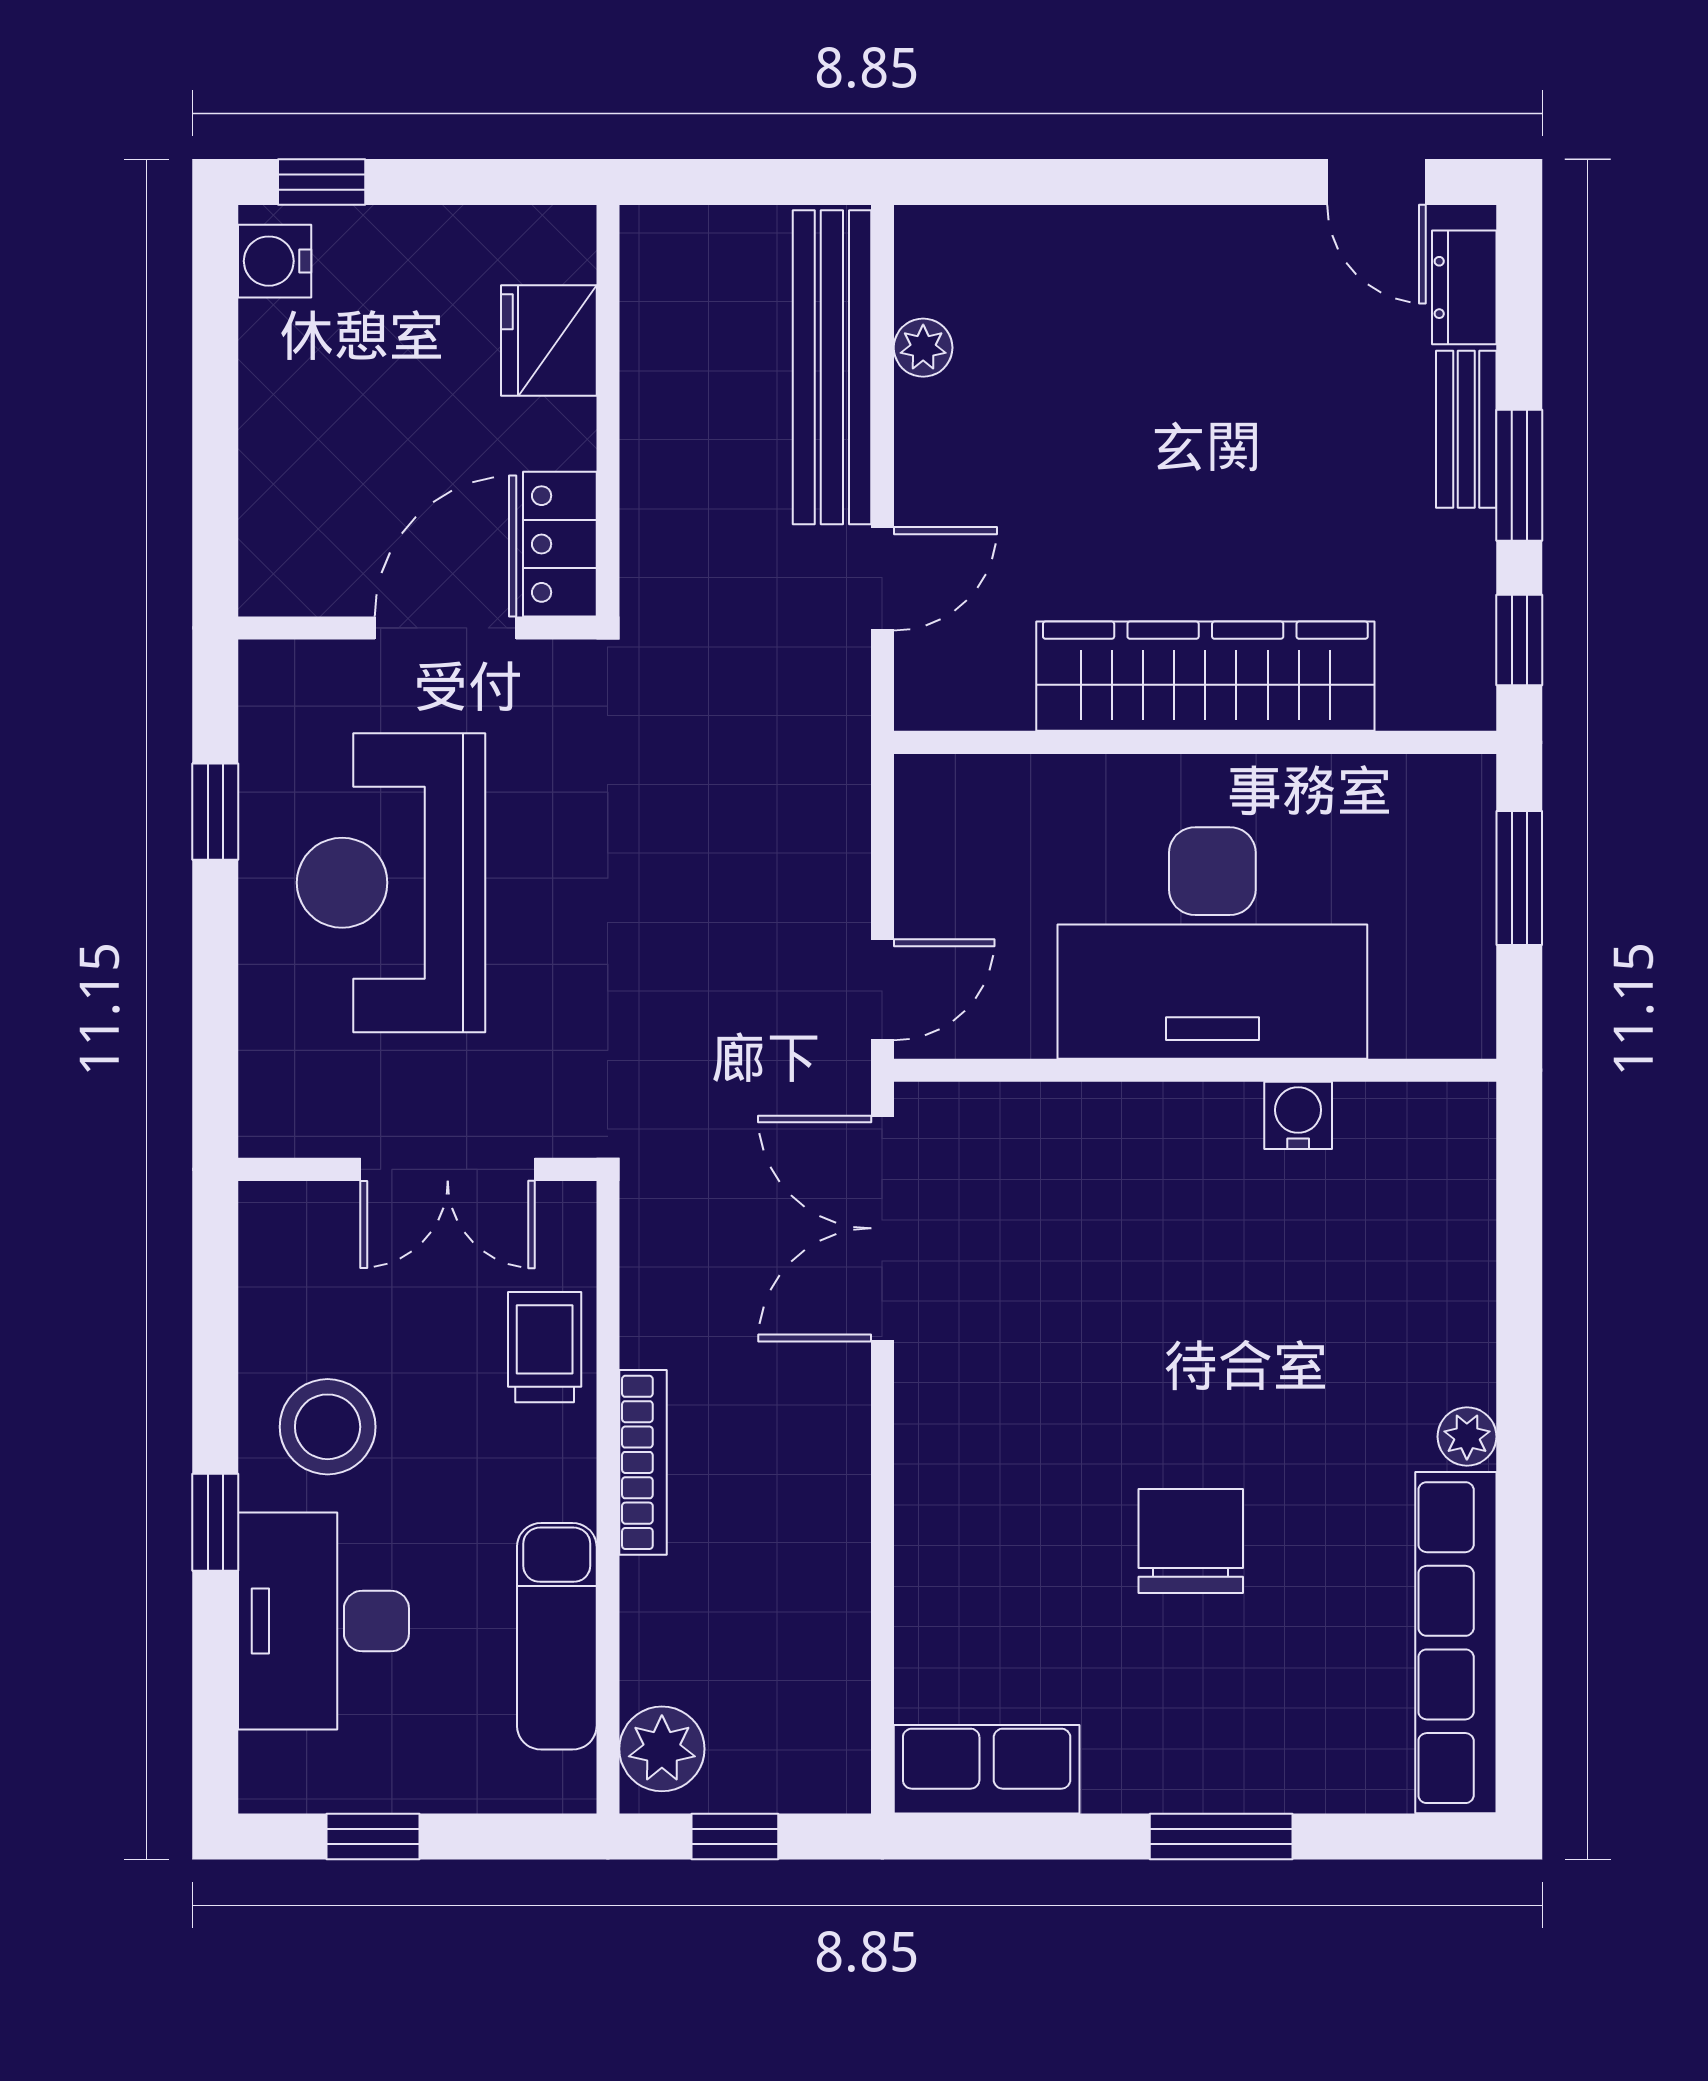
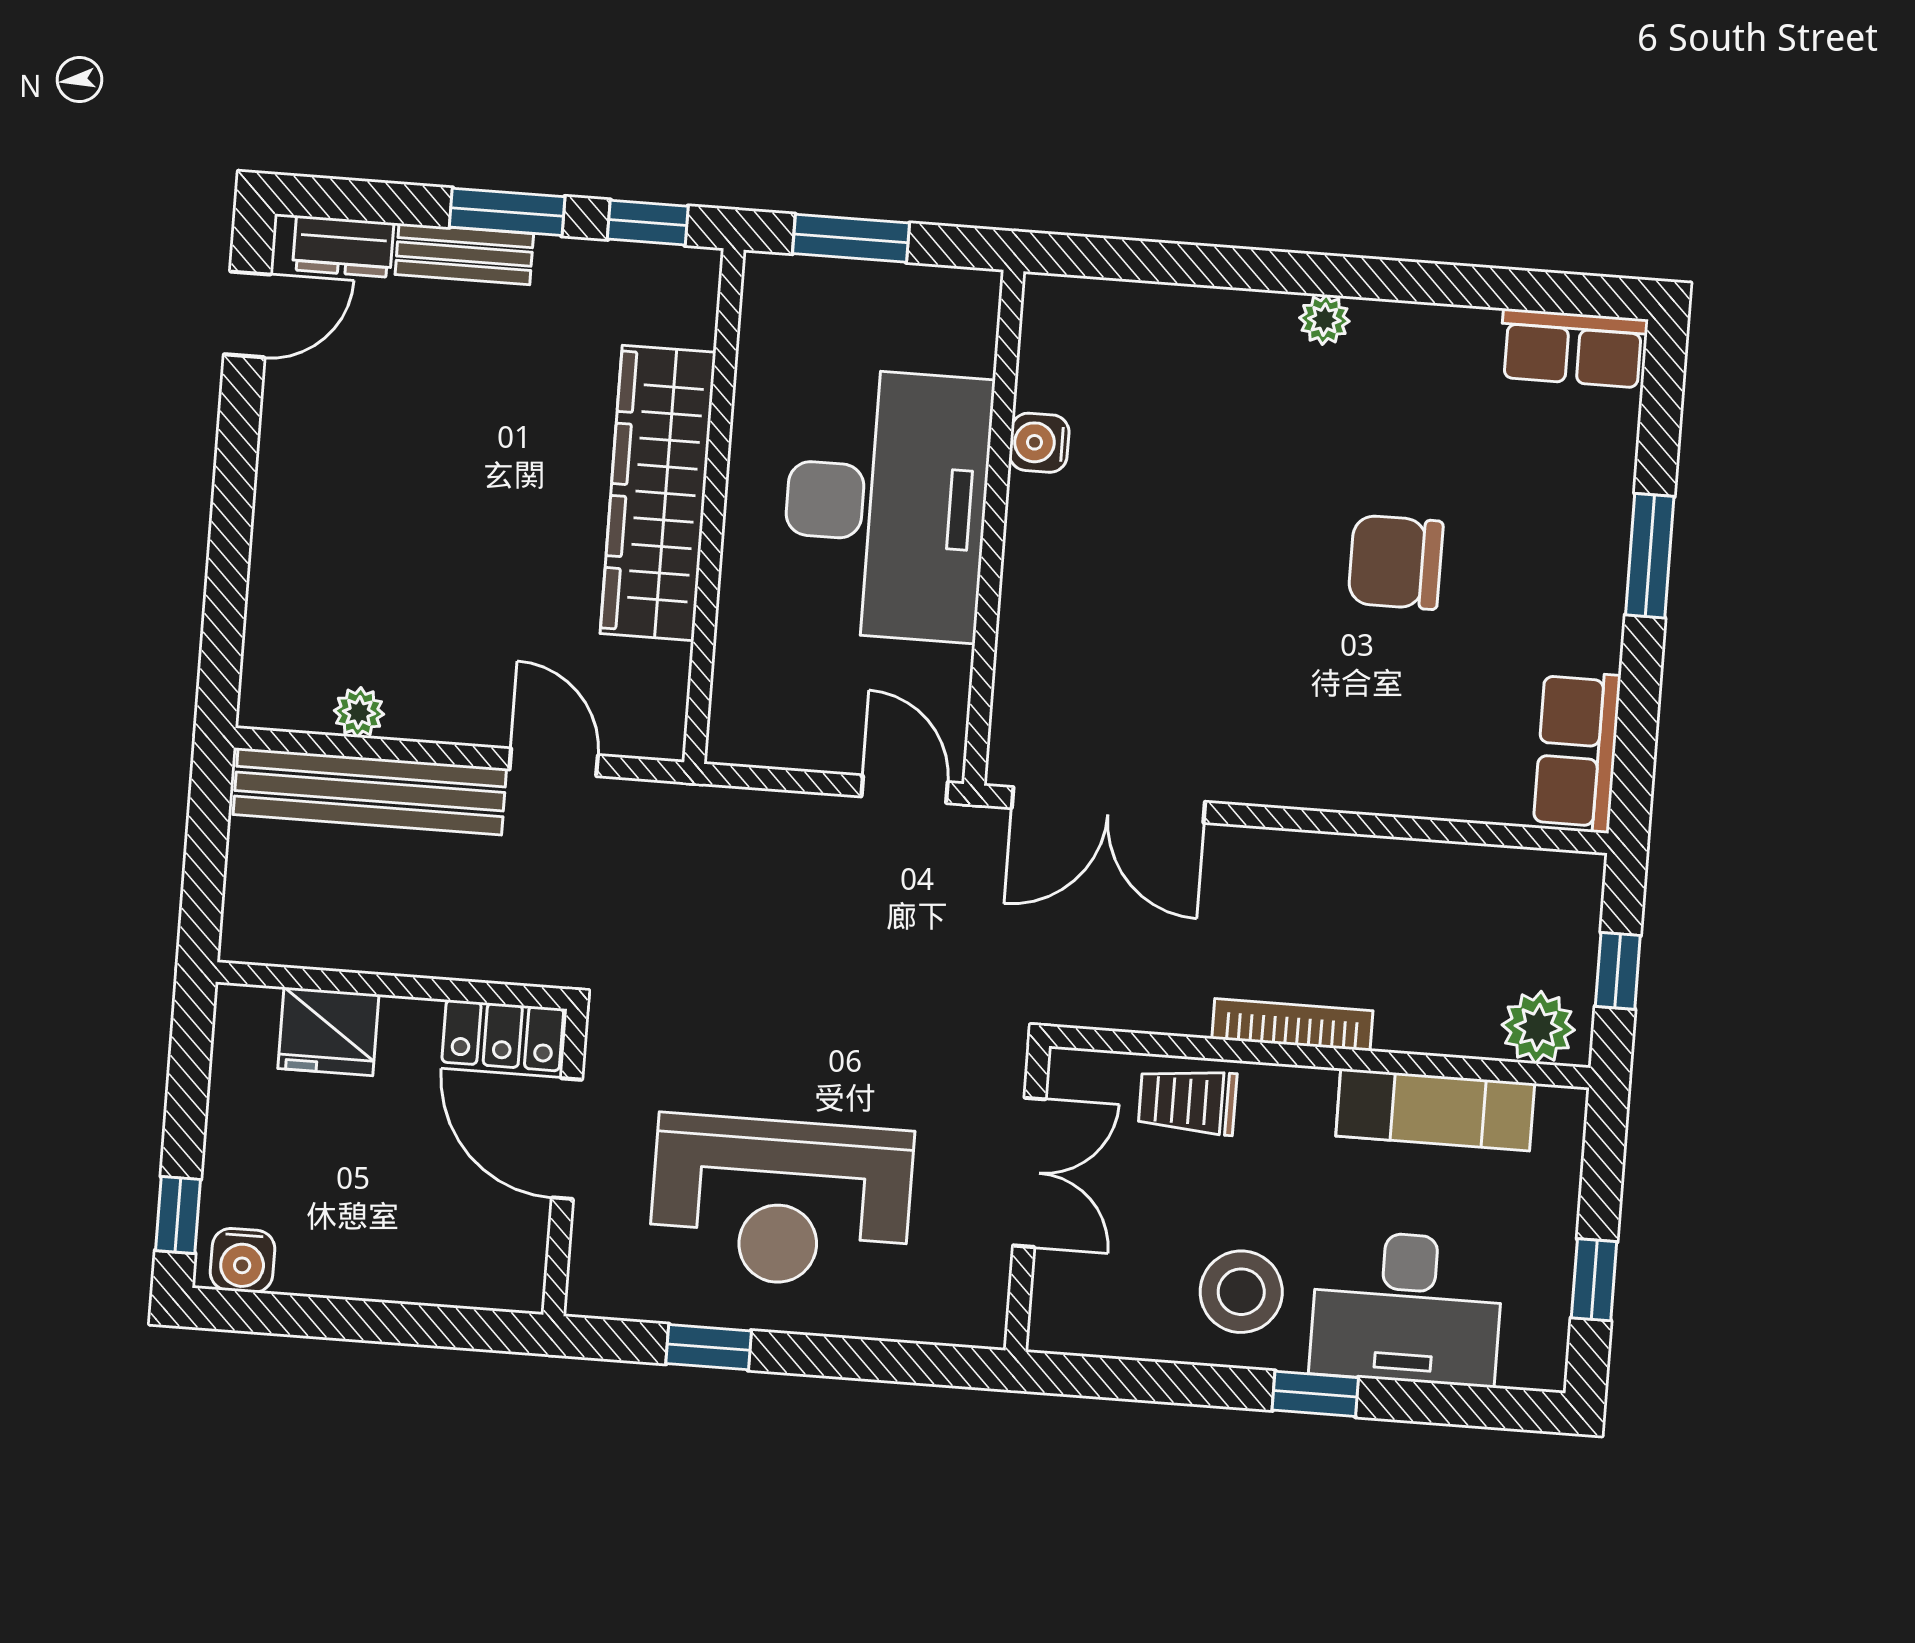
row of seats: (1456, 1643) -> (1573, 348), width x0.50

